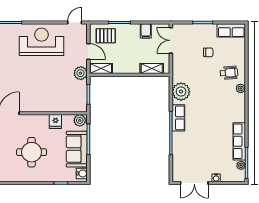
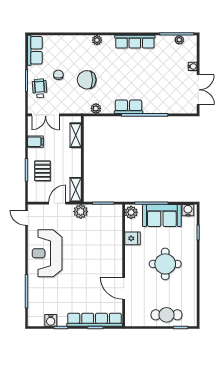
pallet: (106, 36) -> (43, 171), moved
wheelchair: (229, 73) -> (40, 88), moved
chair: (204, 79) -> (87, 80), added
plant: (181, 92) -> (96, 108), width x0.53, depth x0.53
row of seats: (239, 141) -> (135, 42), moved

